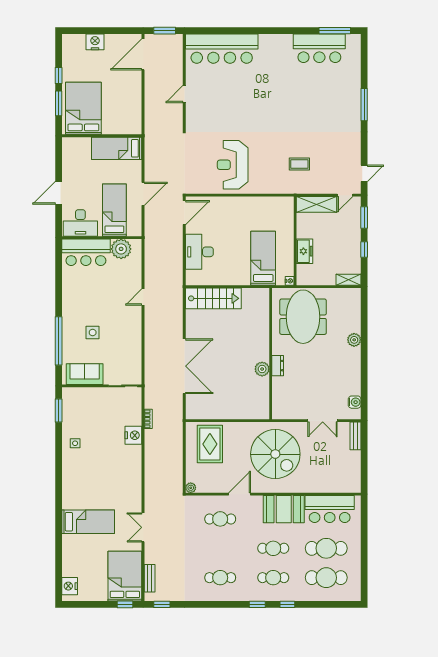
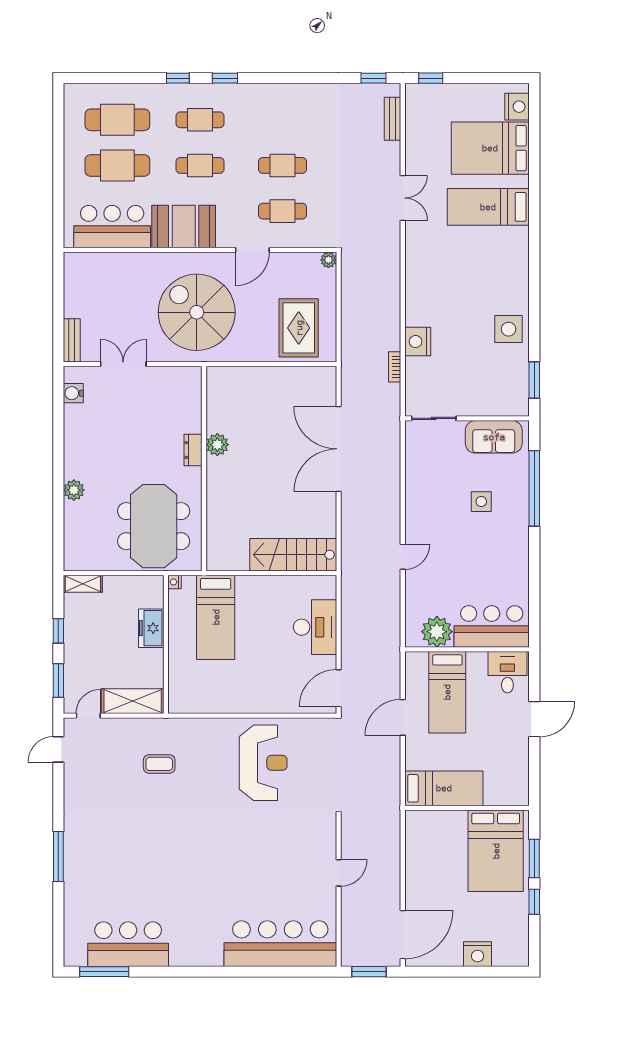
desk: (80, 223) -> (507, 672), width x0.73
side table: (75, 443) -> (509, 329), width x1.87, depth x1.87
bed: (125, 576) -> (490, 148), moved, turned 90
cafe table: (220, 578) -> (283, 165), moved

